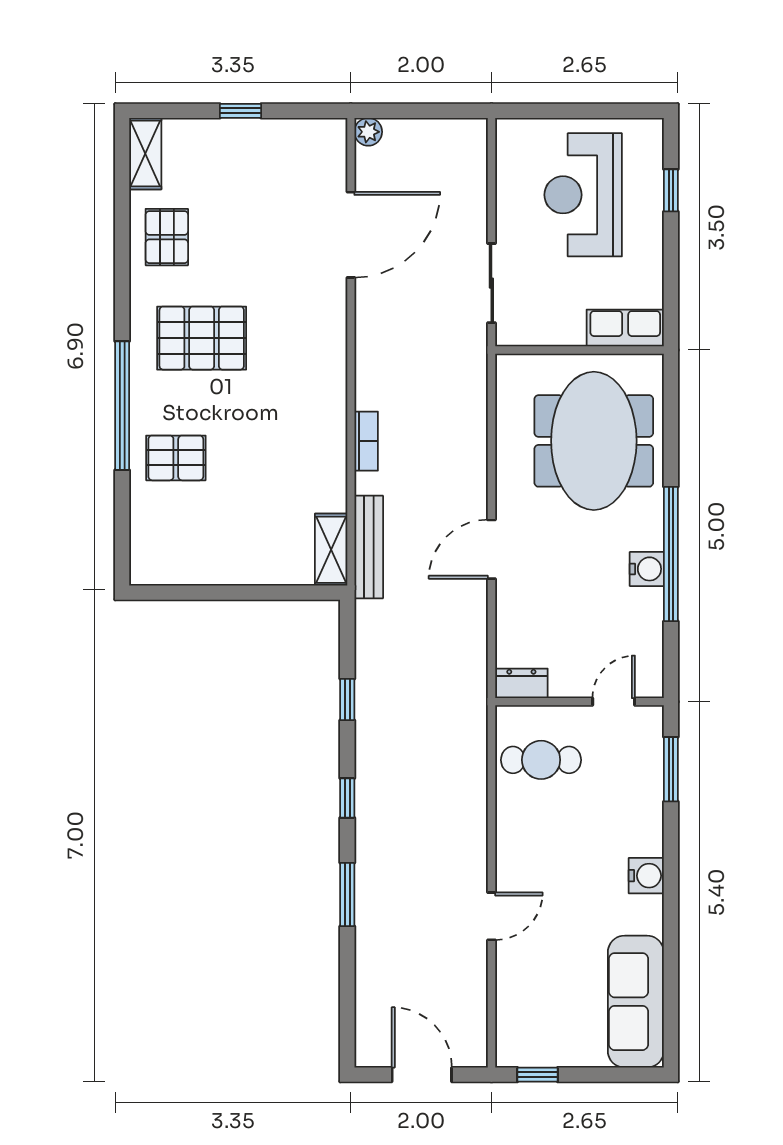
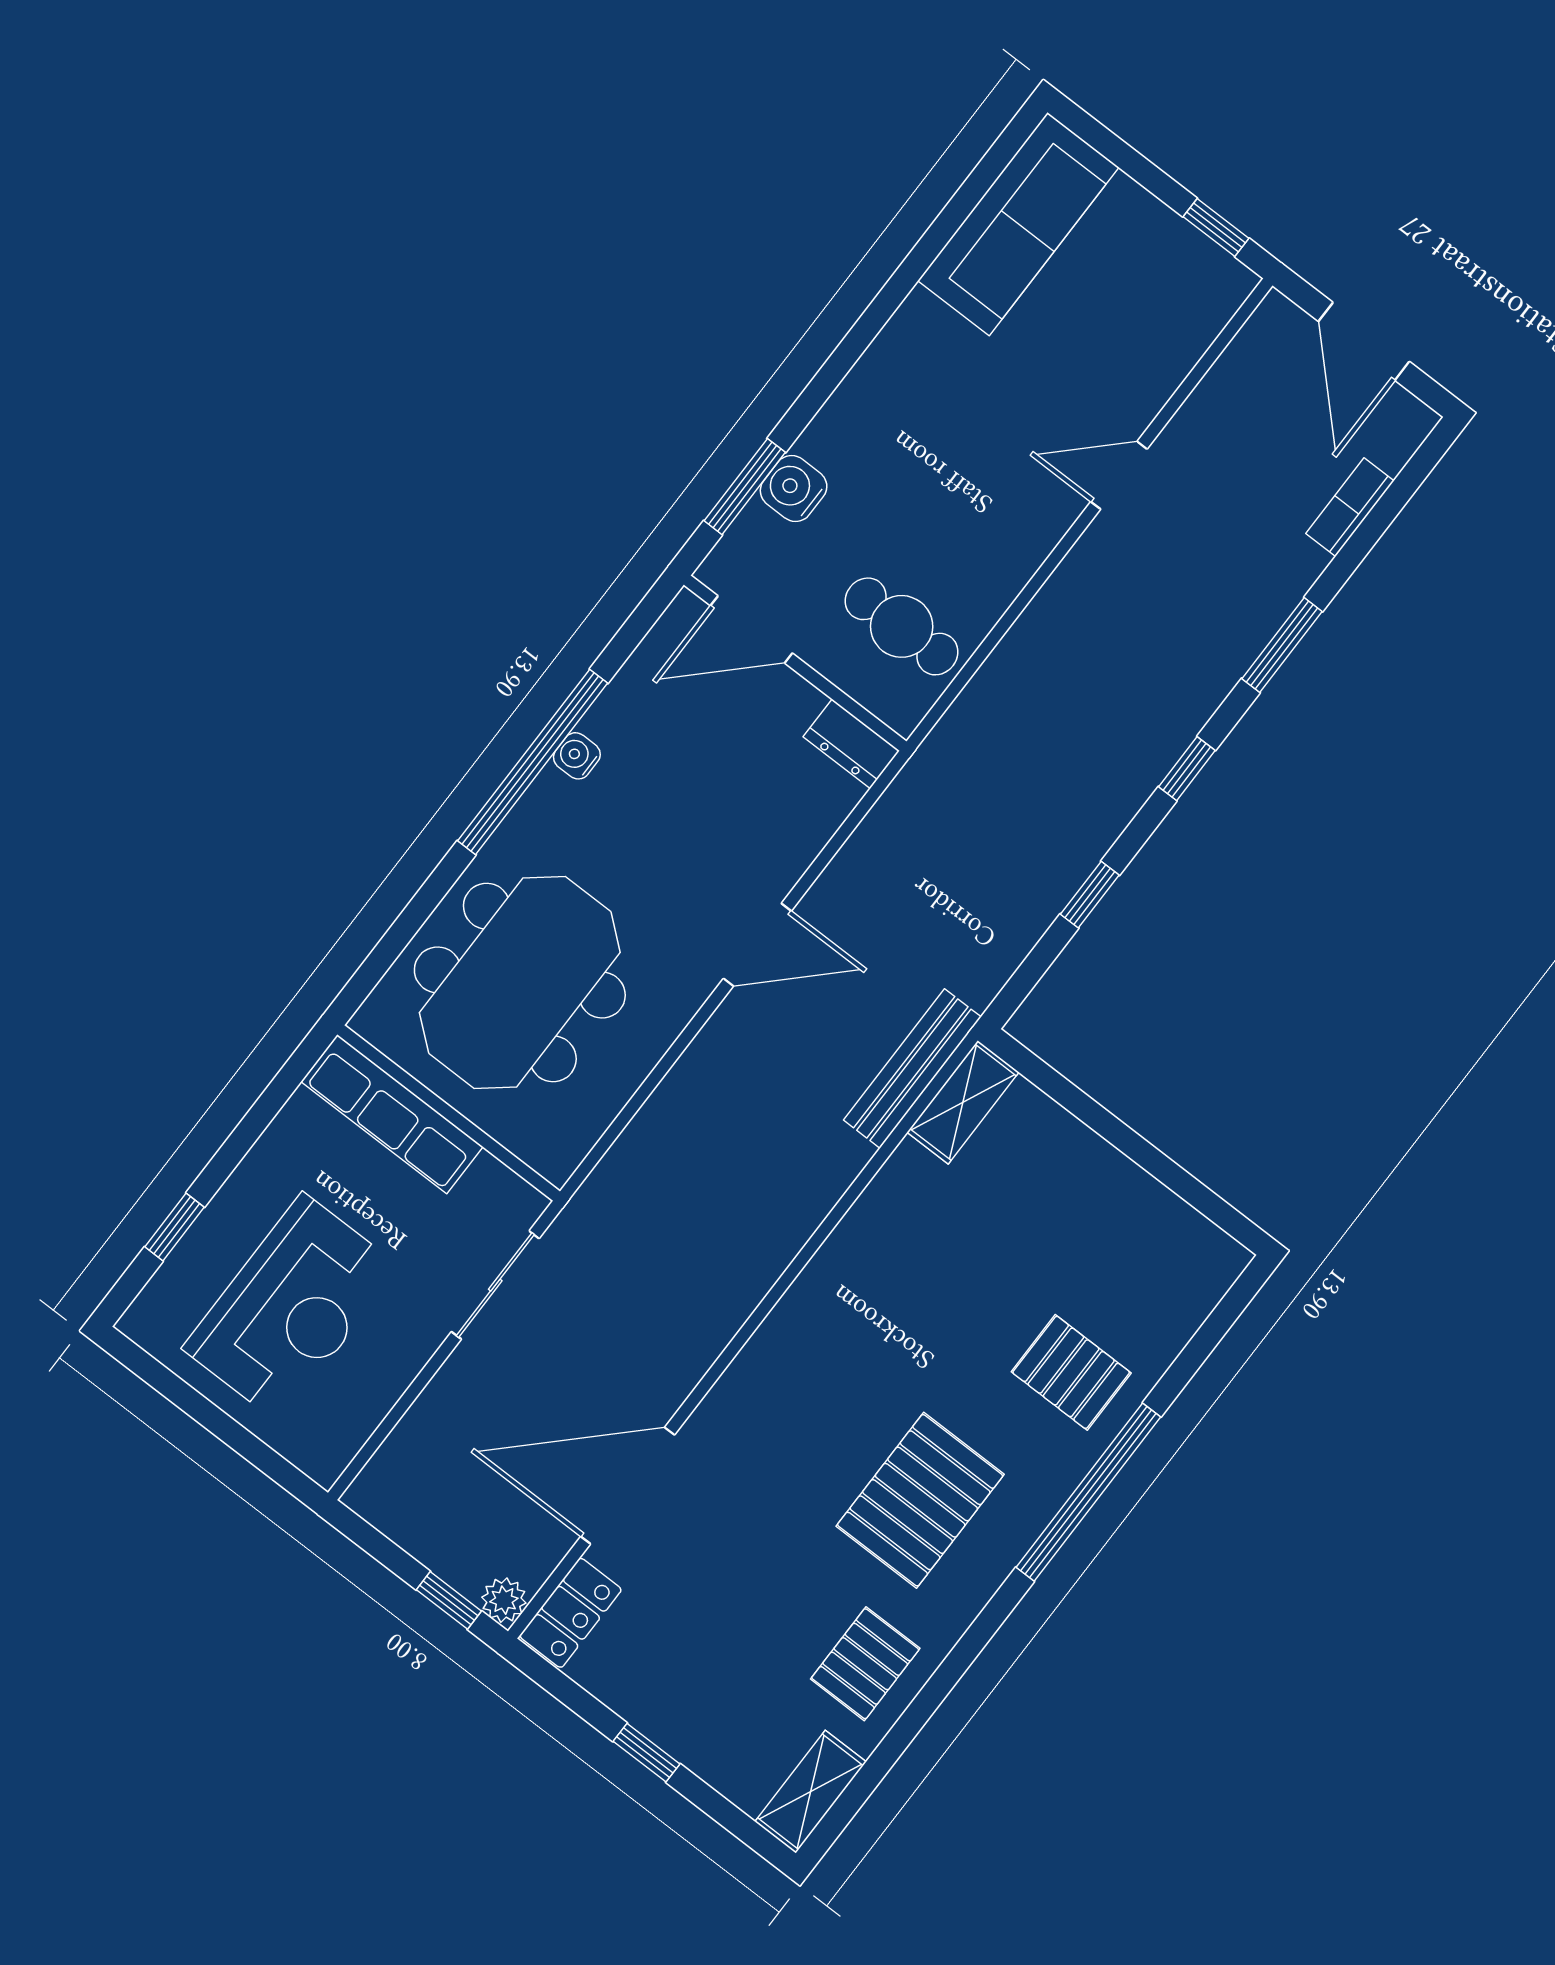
window: (395, 111) -> (449, 1600), added
locker: (331, 151) -> (571, 1613), added
row of seats: (625, 328) -> (392, 1114), width x1.48
pallet: (202, 338) -> (920, 1500), turned 90
bookcase: (366, 441) -> (1350, 507), moved
water cooler: (647, 569) -> (577, 756), width x0.72, depth x0.72
door: (614, 702) -> (751, 629), width x1.38
water cooler: (646, 876) -> (794, 488), moved

